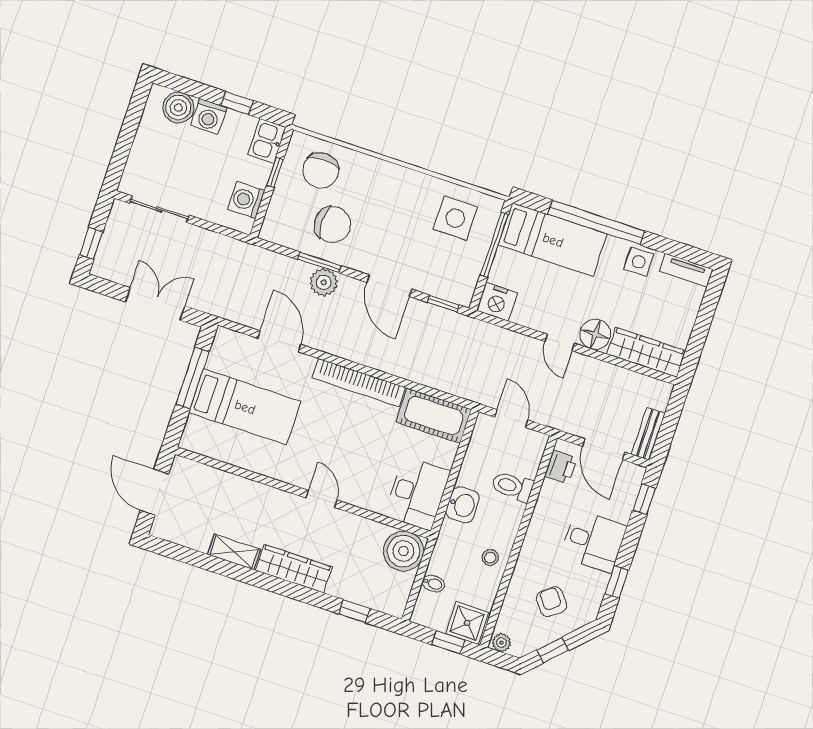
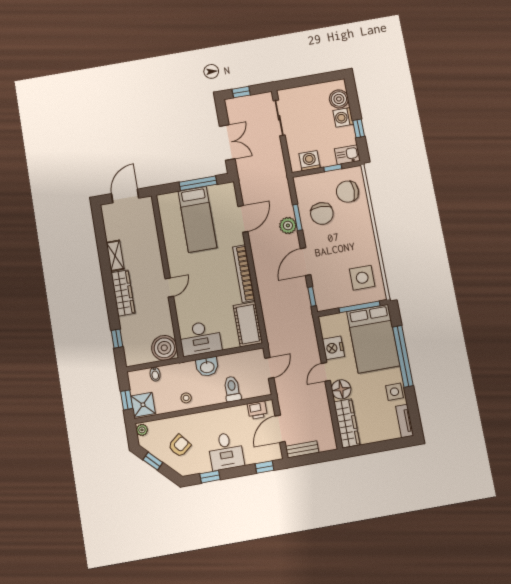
bed: (553, 240) -> (373, 339), width x1.50
nightstand: (497, 302) -> (333, 348), moved

